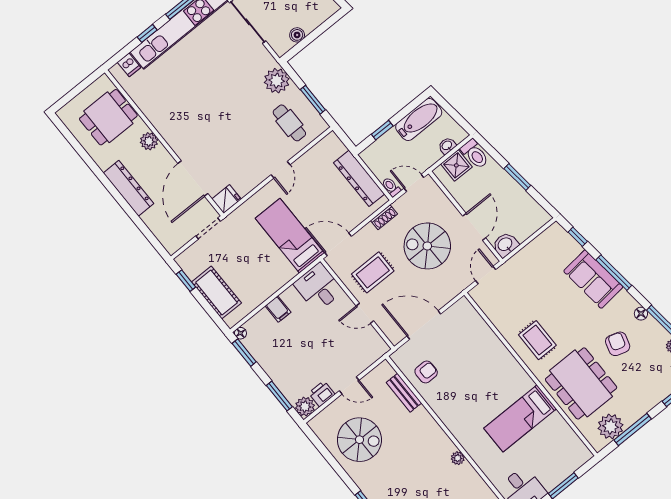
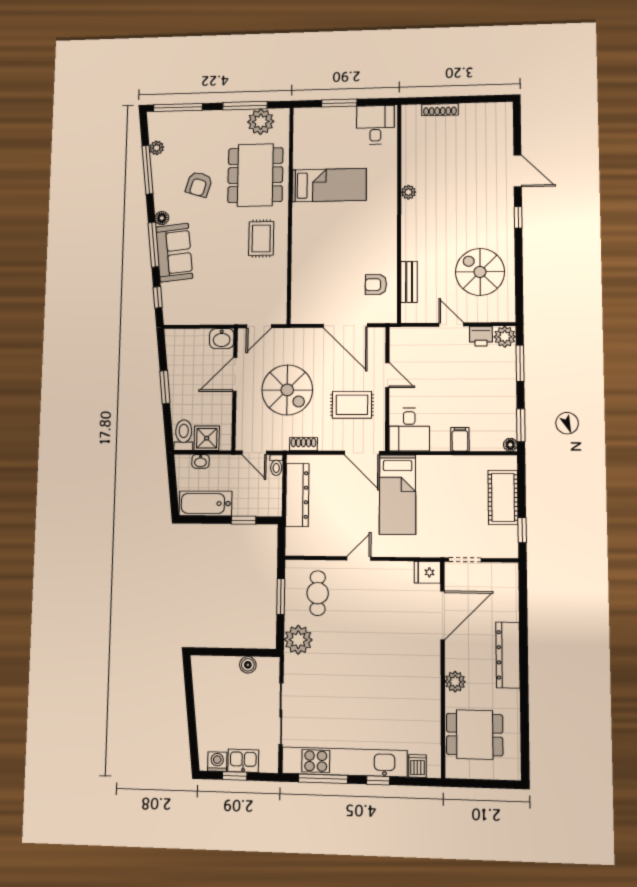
floor lamp: (641, 314) -> (162, 218), moved

